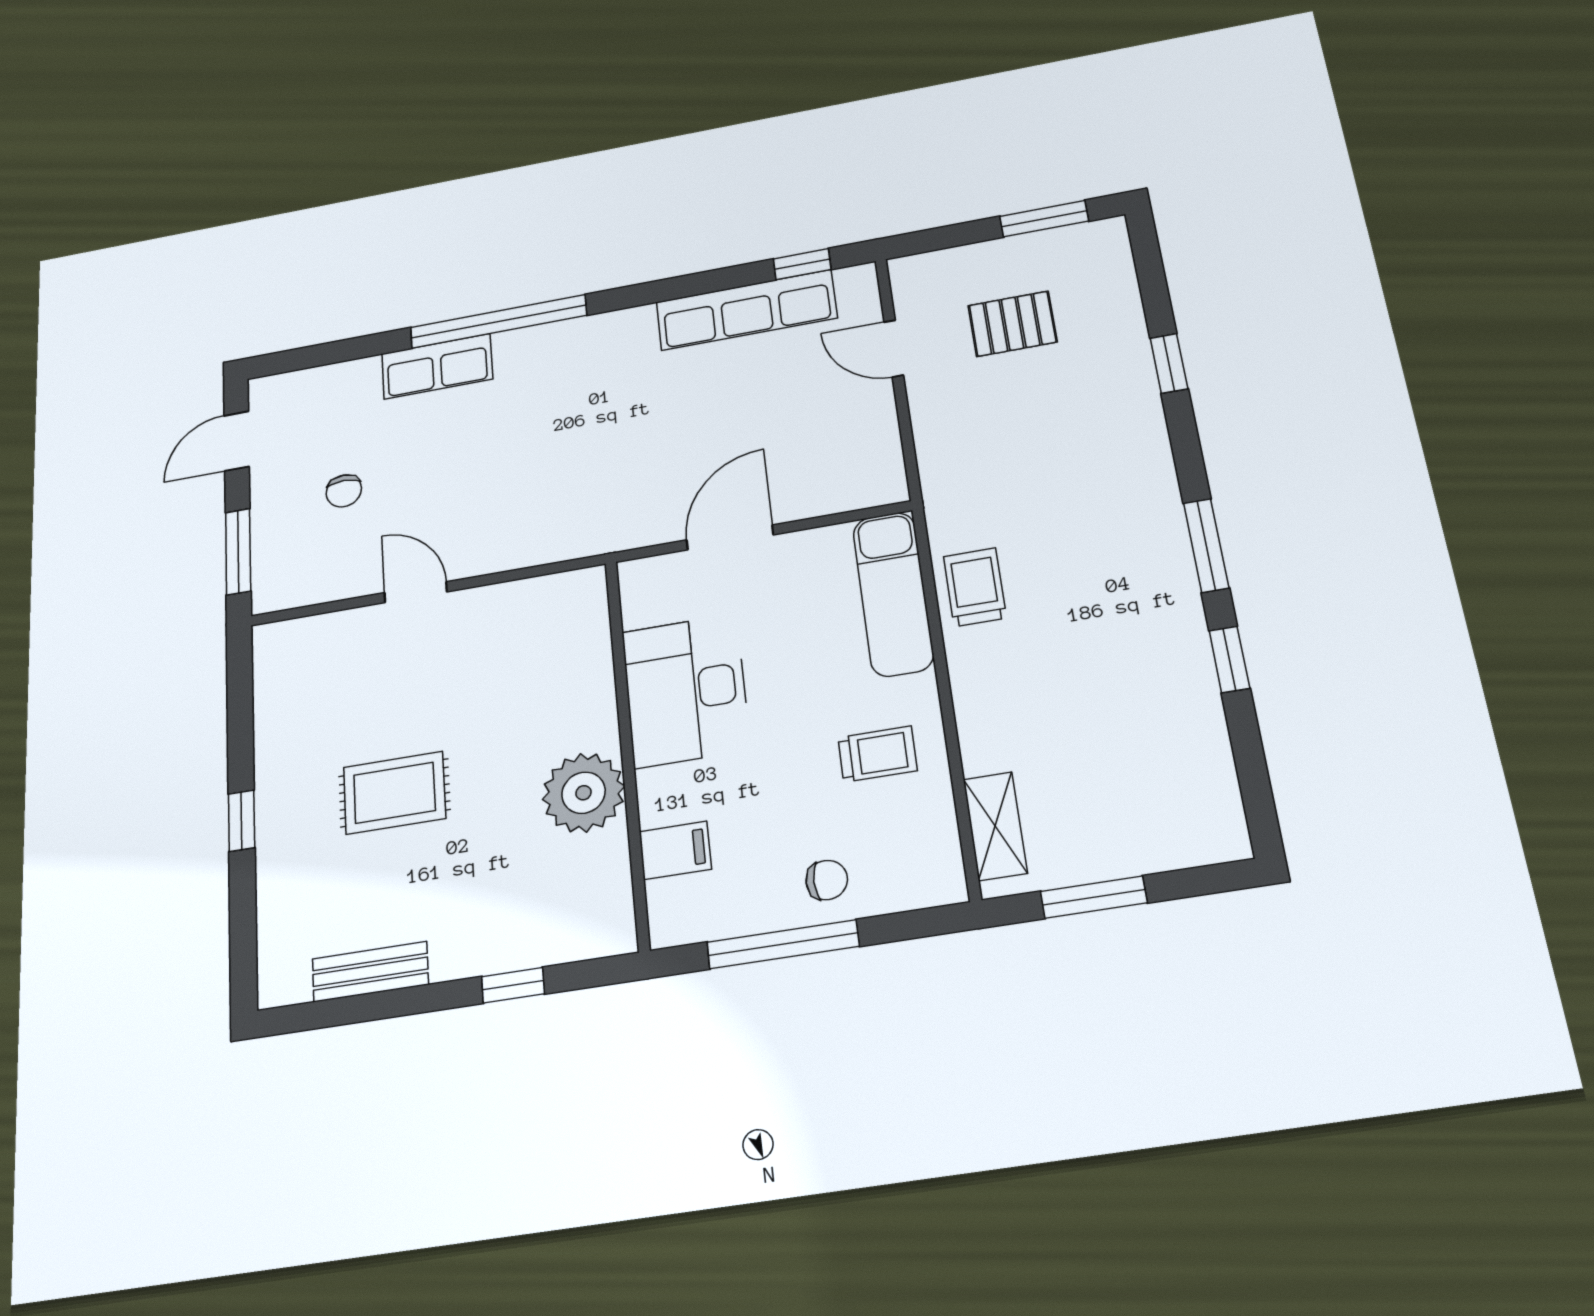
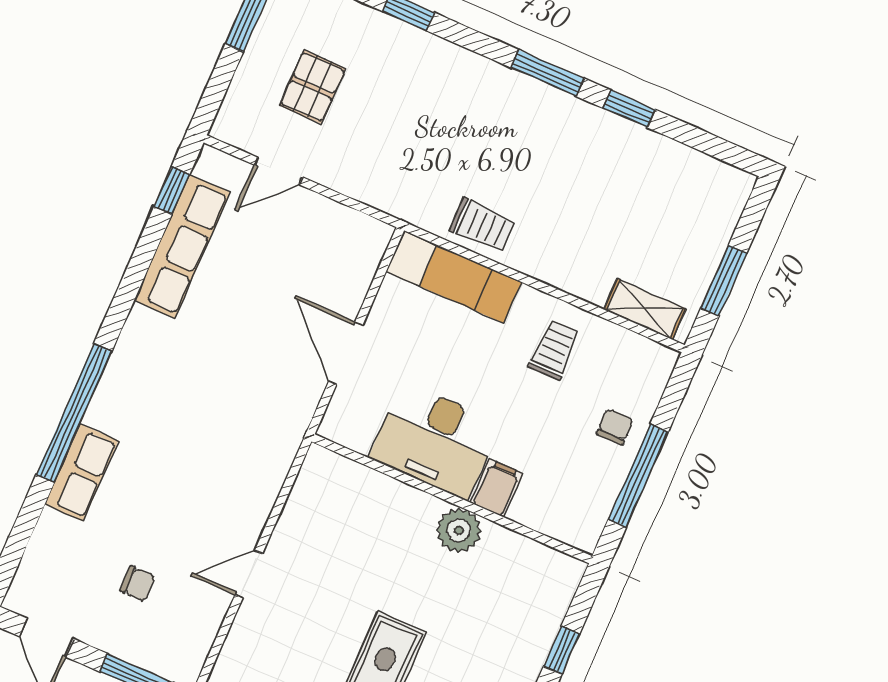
trolley: (975, 587) -> (483, 225), turned 180
plant: (584, 793) -> (459, 530), width x0.73, depth x0.73
filing cabinet: (675, 850) -> (497, 488), moved

